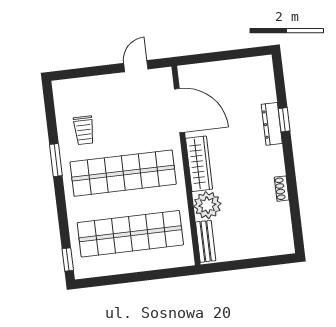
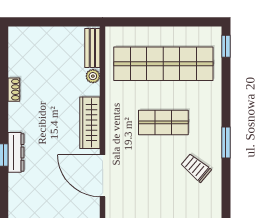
trolley: (84, 130) -> (196, 168), turned -50
shop shelf: (123, 173) -> (163, 122), width x0.50, depth x0.74
plant: (207, 205) -> (93, 76), width x0.53, depth x0.53

